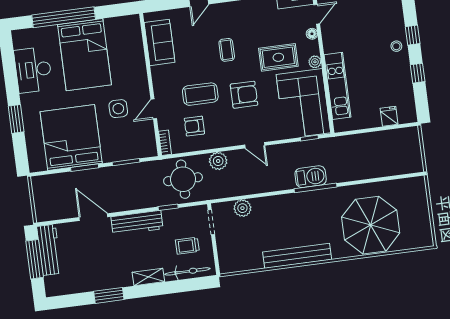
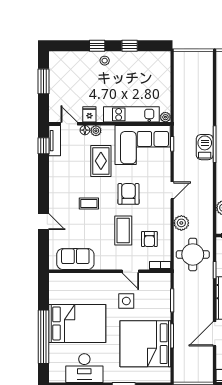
plant: (315, 62) -> (96, 131), moved
fridge: (389, 116) -> (89, 114), moved, turned 90
plant: (340, 126) -> (165, 117), added

